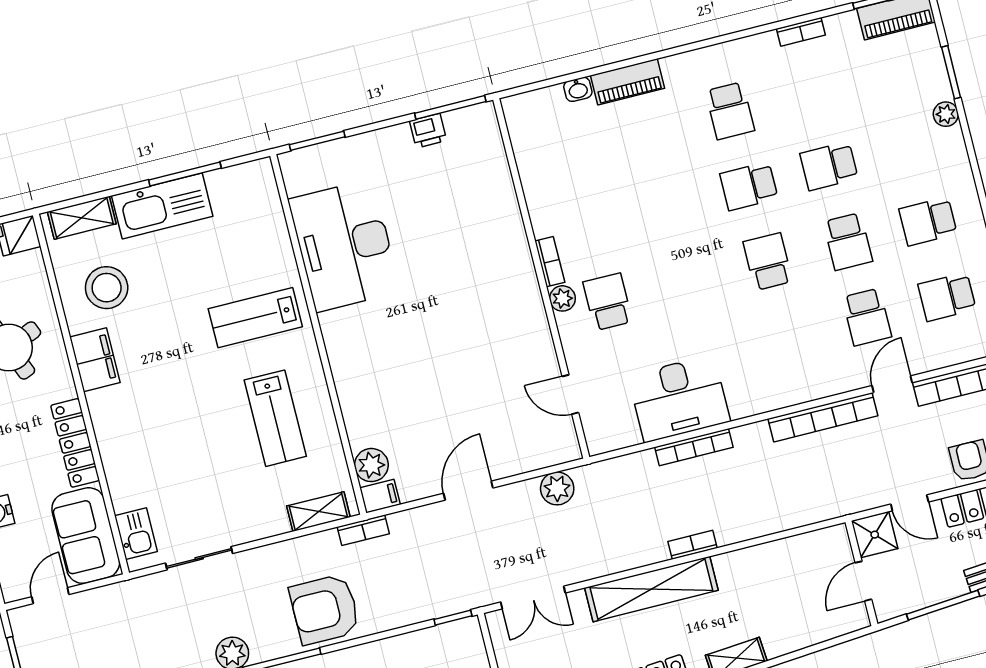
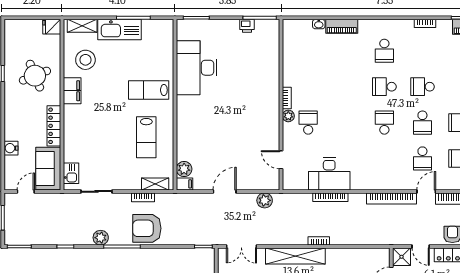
bookcase: (363, 530) -> (143, 197), moved

